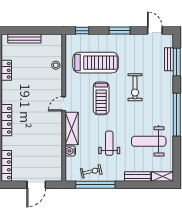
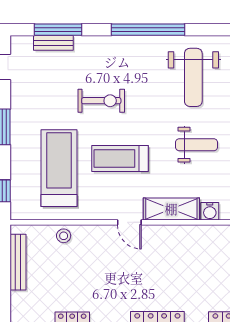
bench: (24, 39) -> (18, 262), moved
treadmill: (101, 98) -> (120, 159), turned 180
weight bench: (109, 143) -> (197, 145), turned 180

